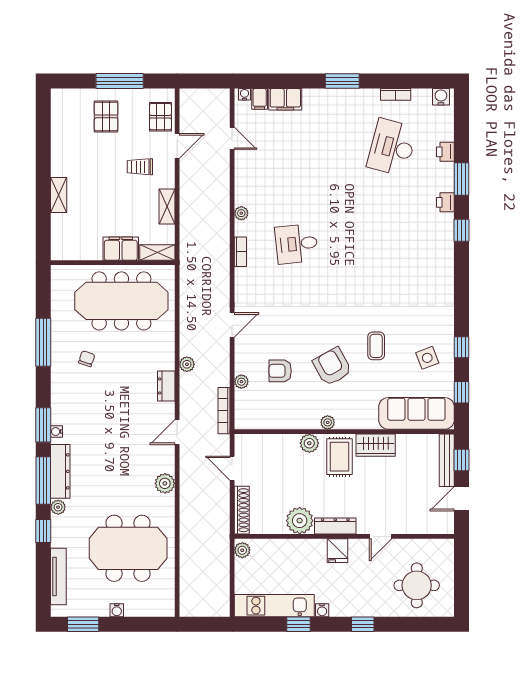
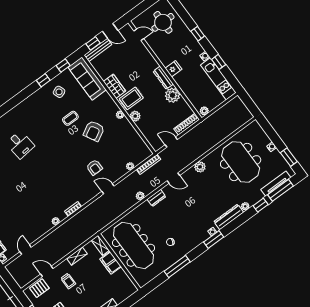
desk: (297, 244) -> (20, 145), moved
armchair: (280, 371) -> (94, 167), moved
door: (232, 468) -> (171, 142), swing flipped
window: (43, 480) -> (280, 190), moved
door: (381, 536) -> (139, 35), moved

